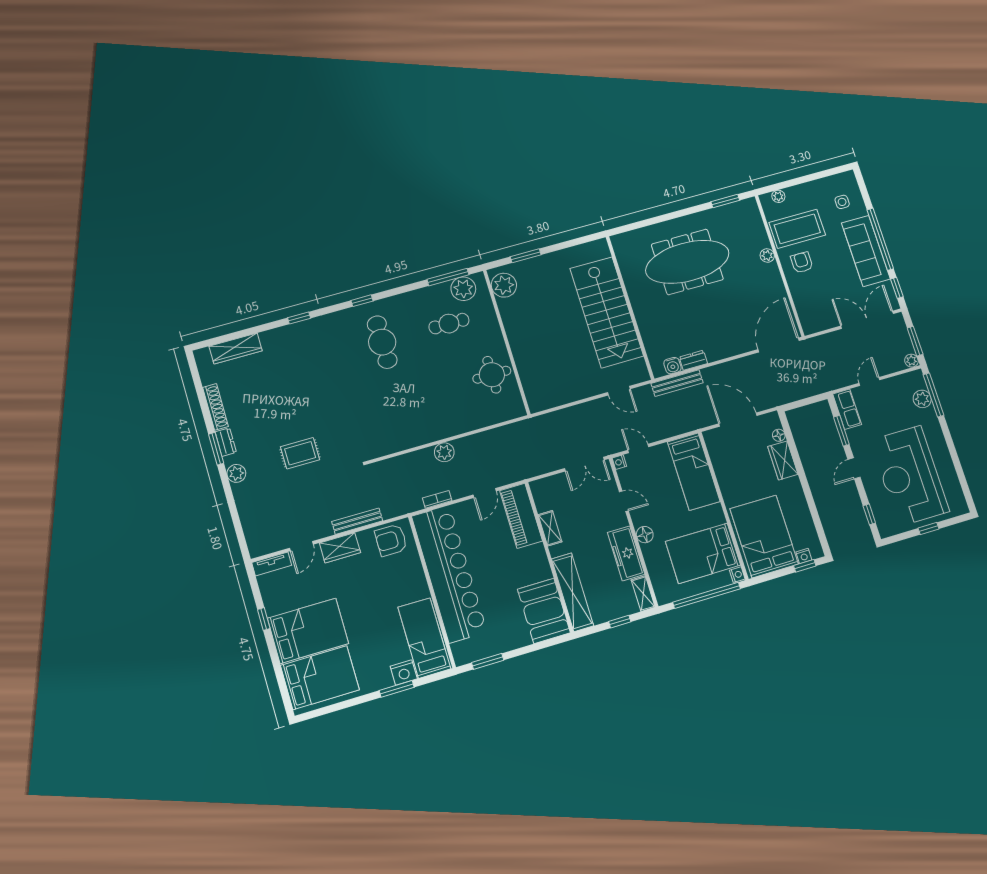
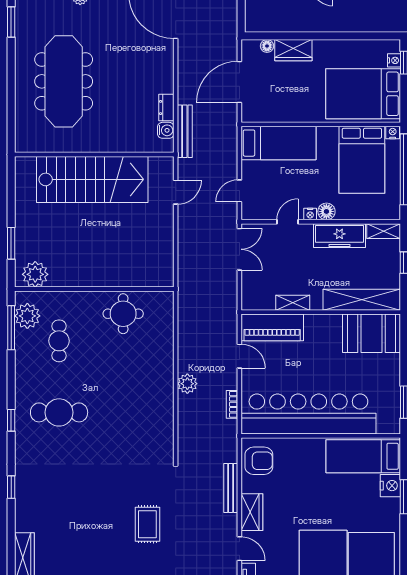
nightstand: (619, 462) -> (310, 214), moved
armchair: (391, 540) -> (259, 461), turned -90

